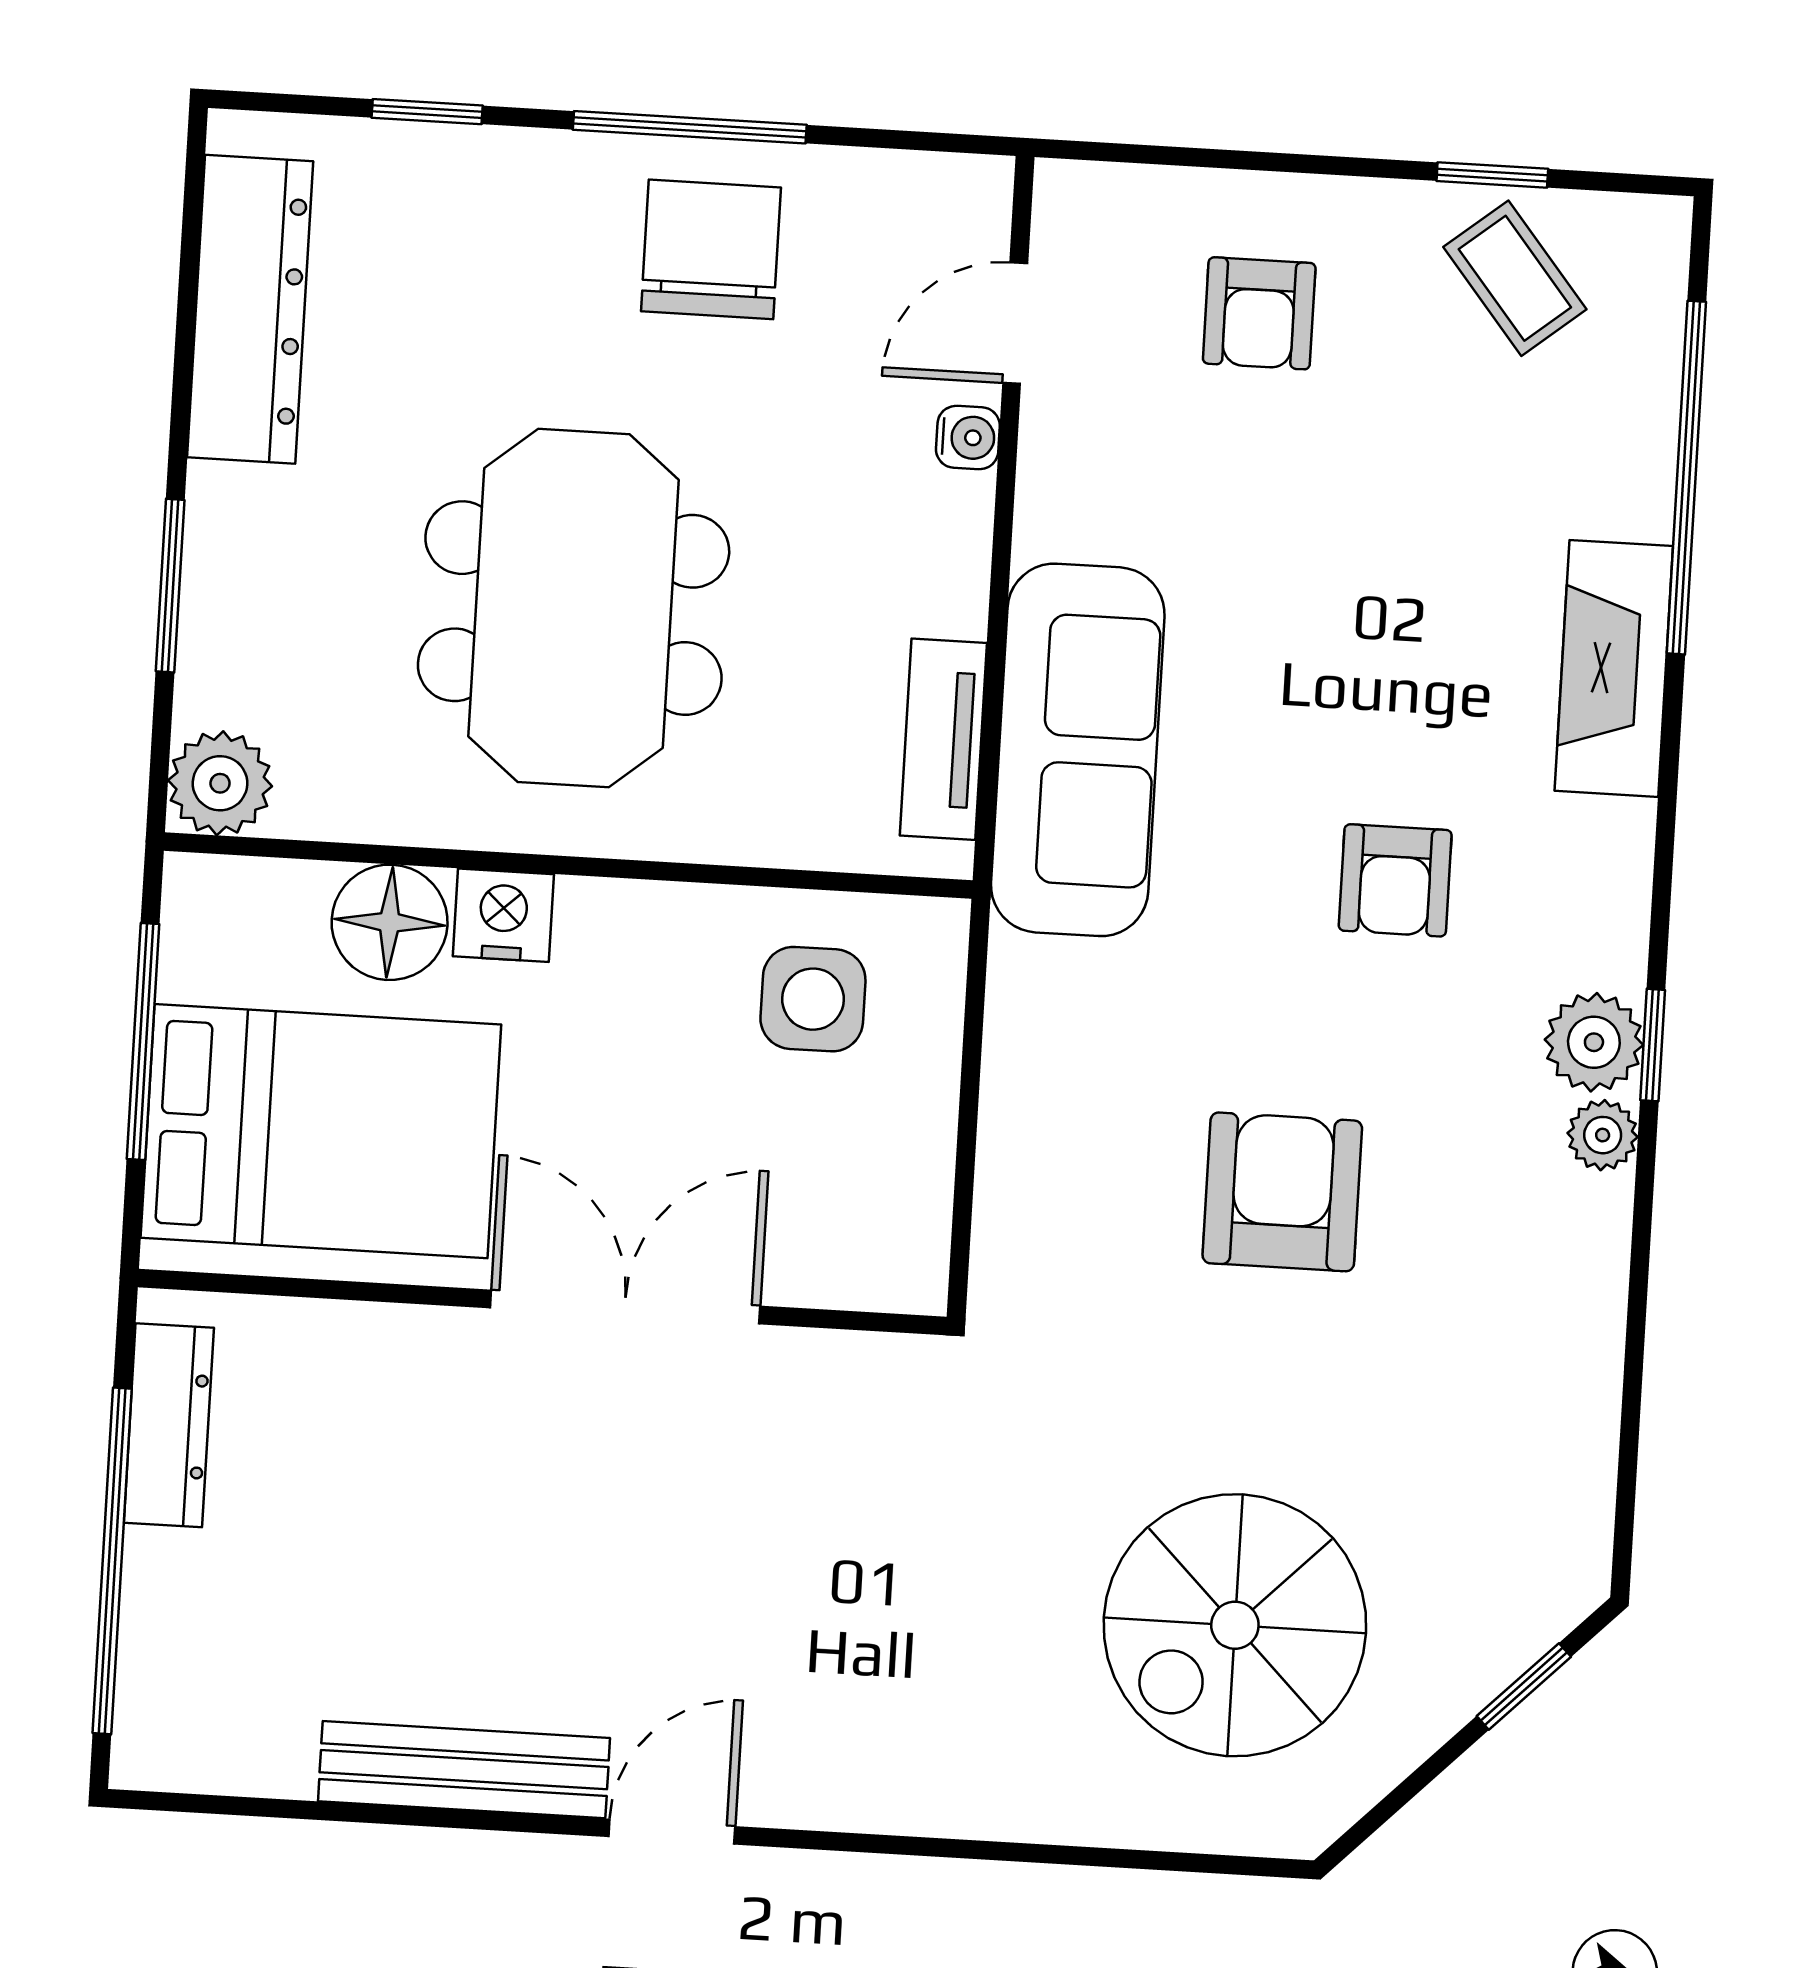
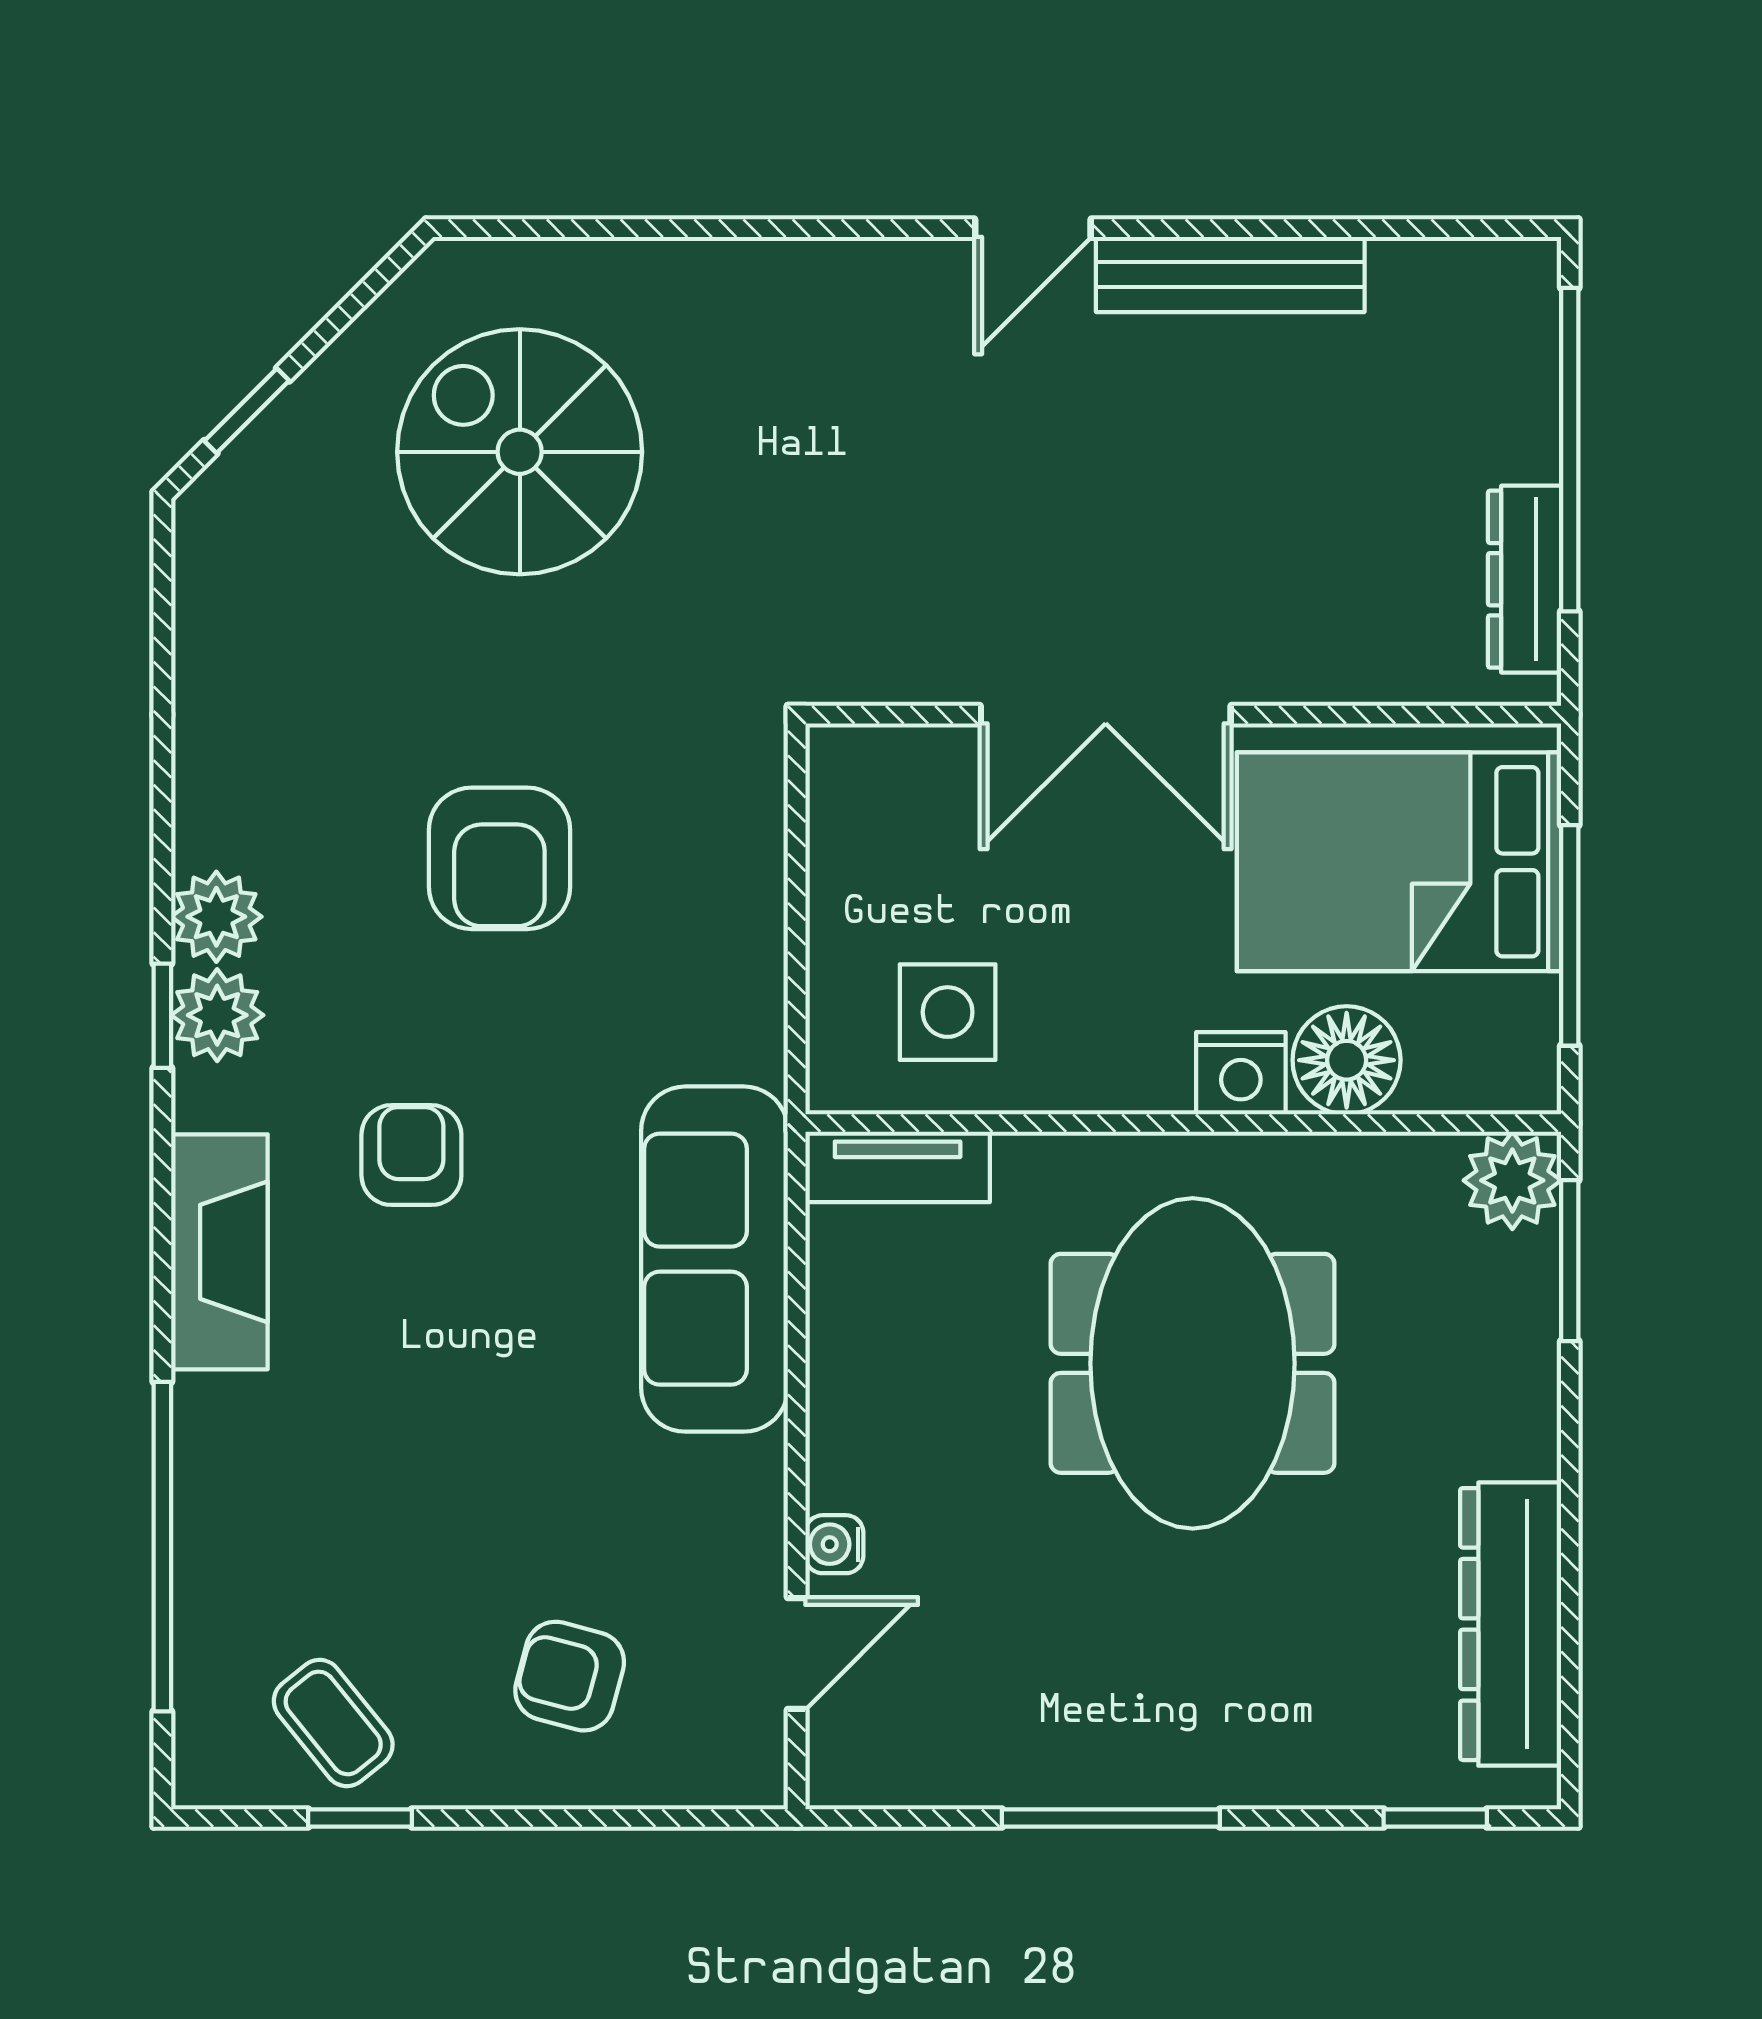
window: (427, 112) -> (1435, 1818), moved
chair: (711, 249) -> (1084, 1705), removed
armchair: (1259, 313) -> (570, 1676), turned -75
window: (170, 586) -> (1570, 1261), moved
fireplace: (1614, 668) -> (219, 1252), moved
tv unit: (943, 739) -> (898, 1167), moved, turned 90
plant: (1603, 1135) -> (216, 917), width x1.38, depth x1.38
spiral stairs: (1235, 1625) -> (520, 452), turned -90

